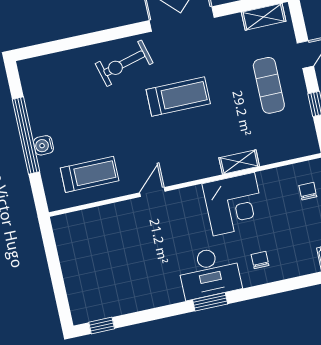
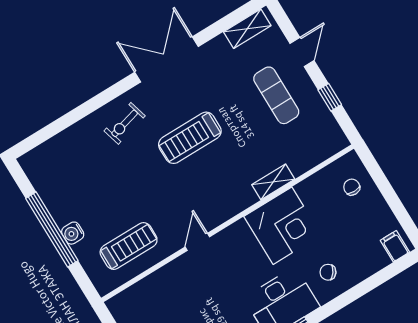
exercise bike: (124, 63) -> (125, 123), width x0.73, depth x0.72
treadmill: (178, 97) -> (190, 138), turned 180
chair: (260, 260) -> (328, 272), turned -54

